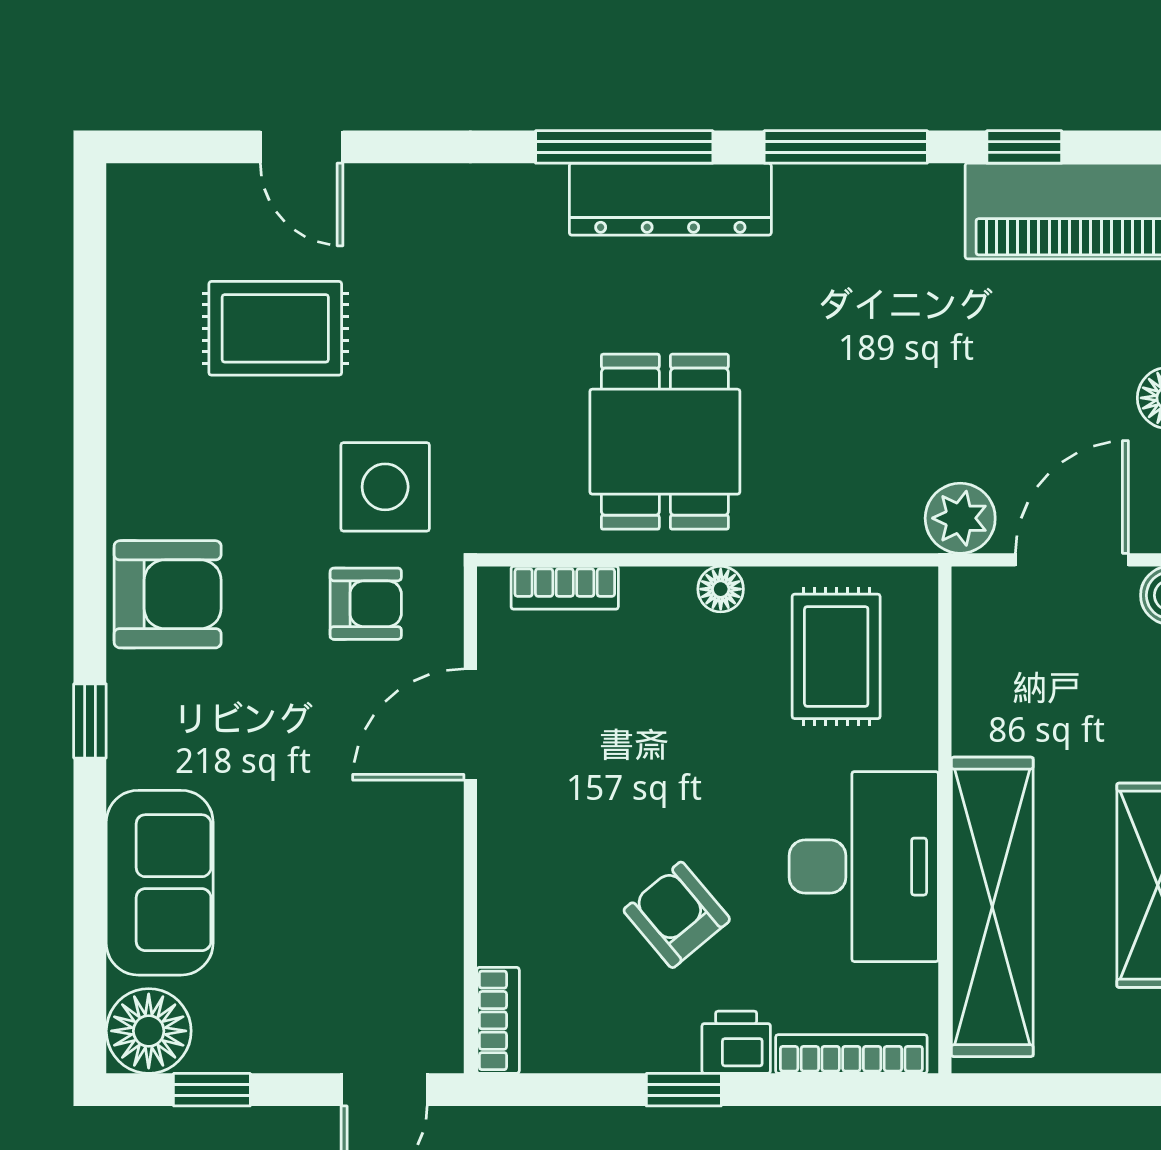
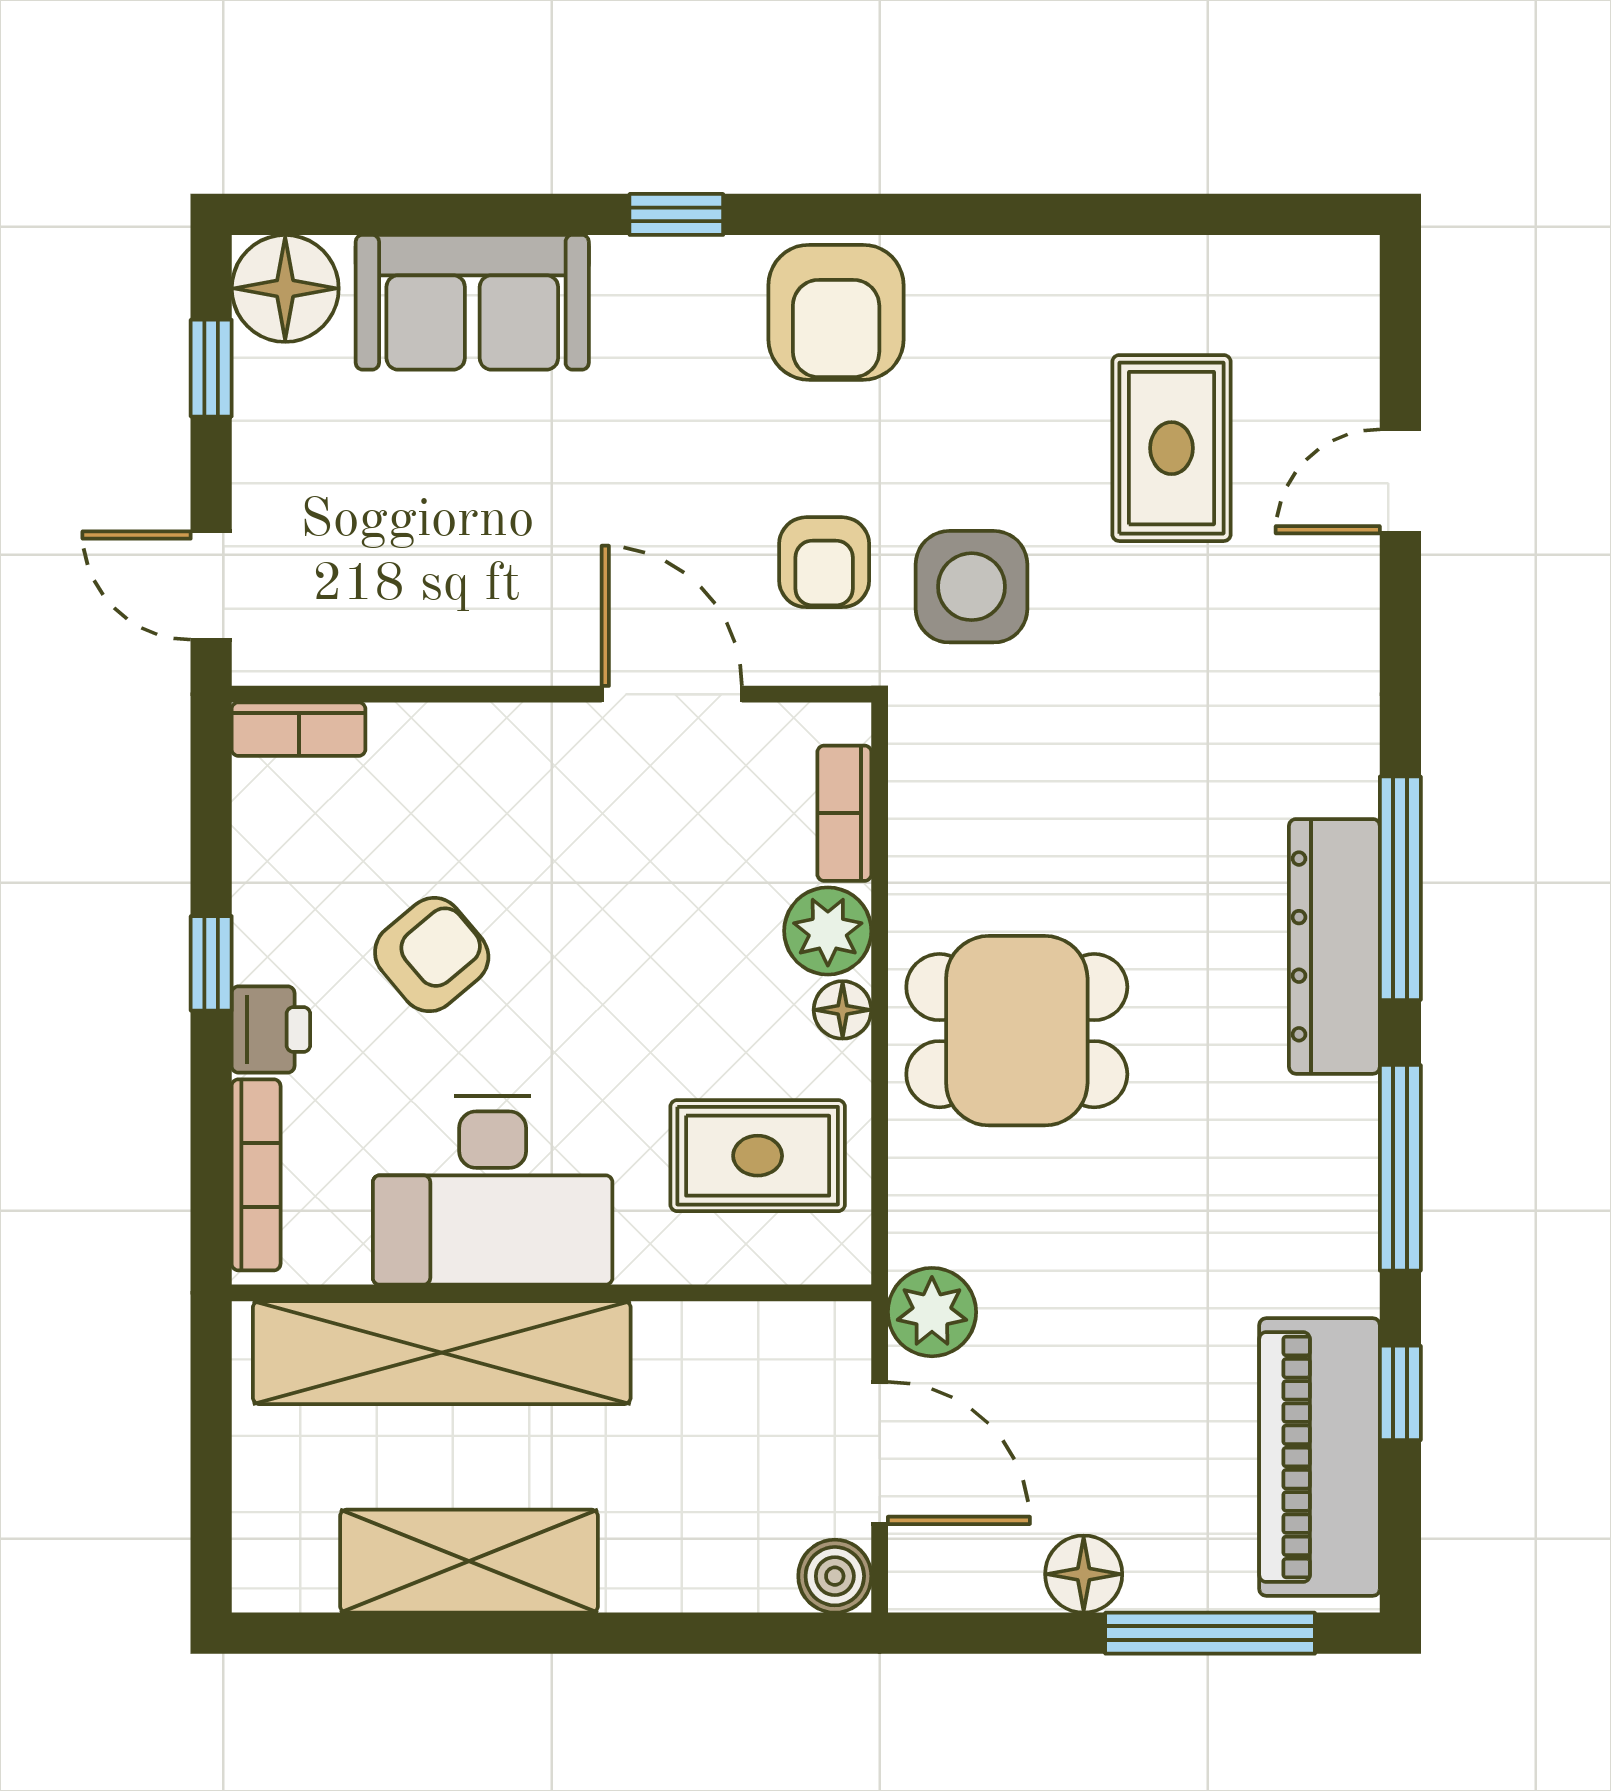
dining table: (665, 442) -> (1017, 1031), moved
plant: (658, 601) -> (828, 931), added

